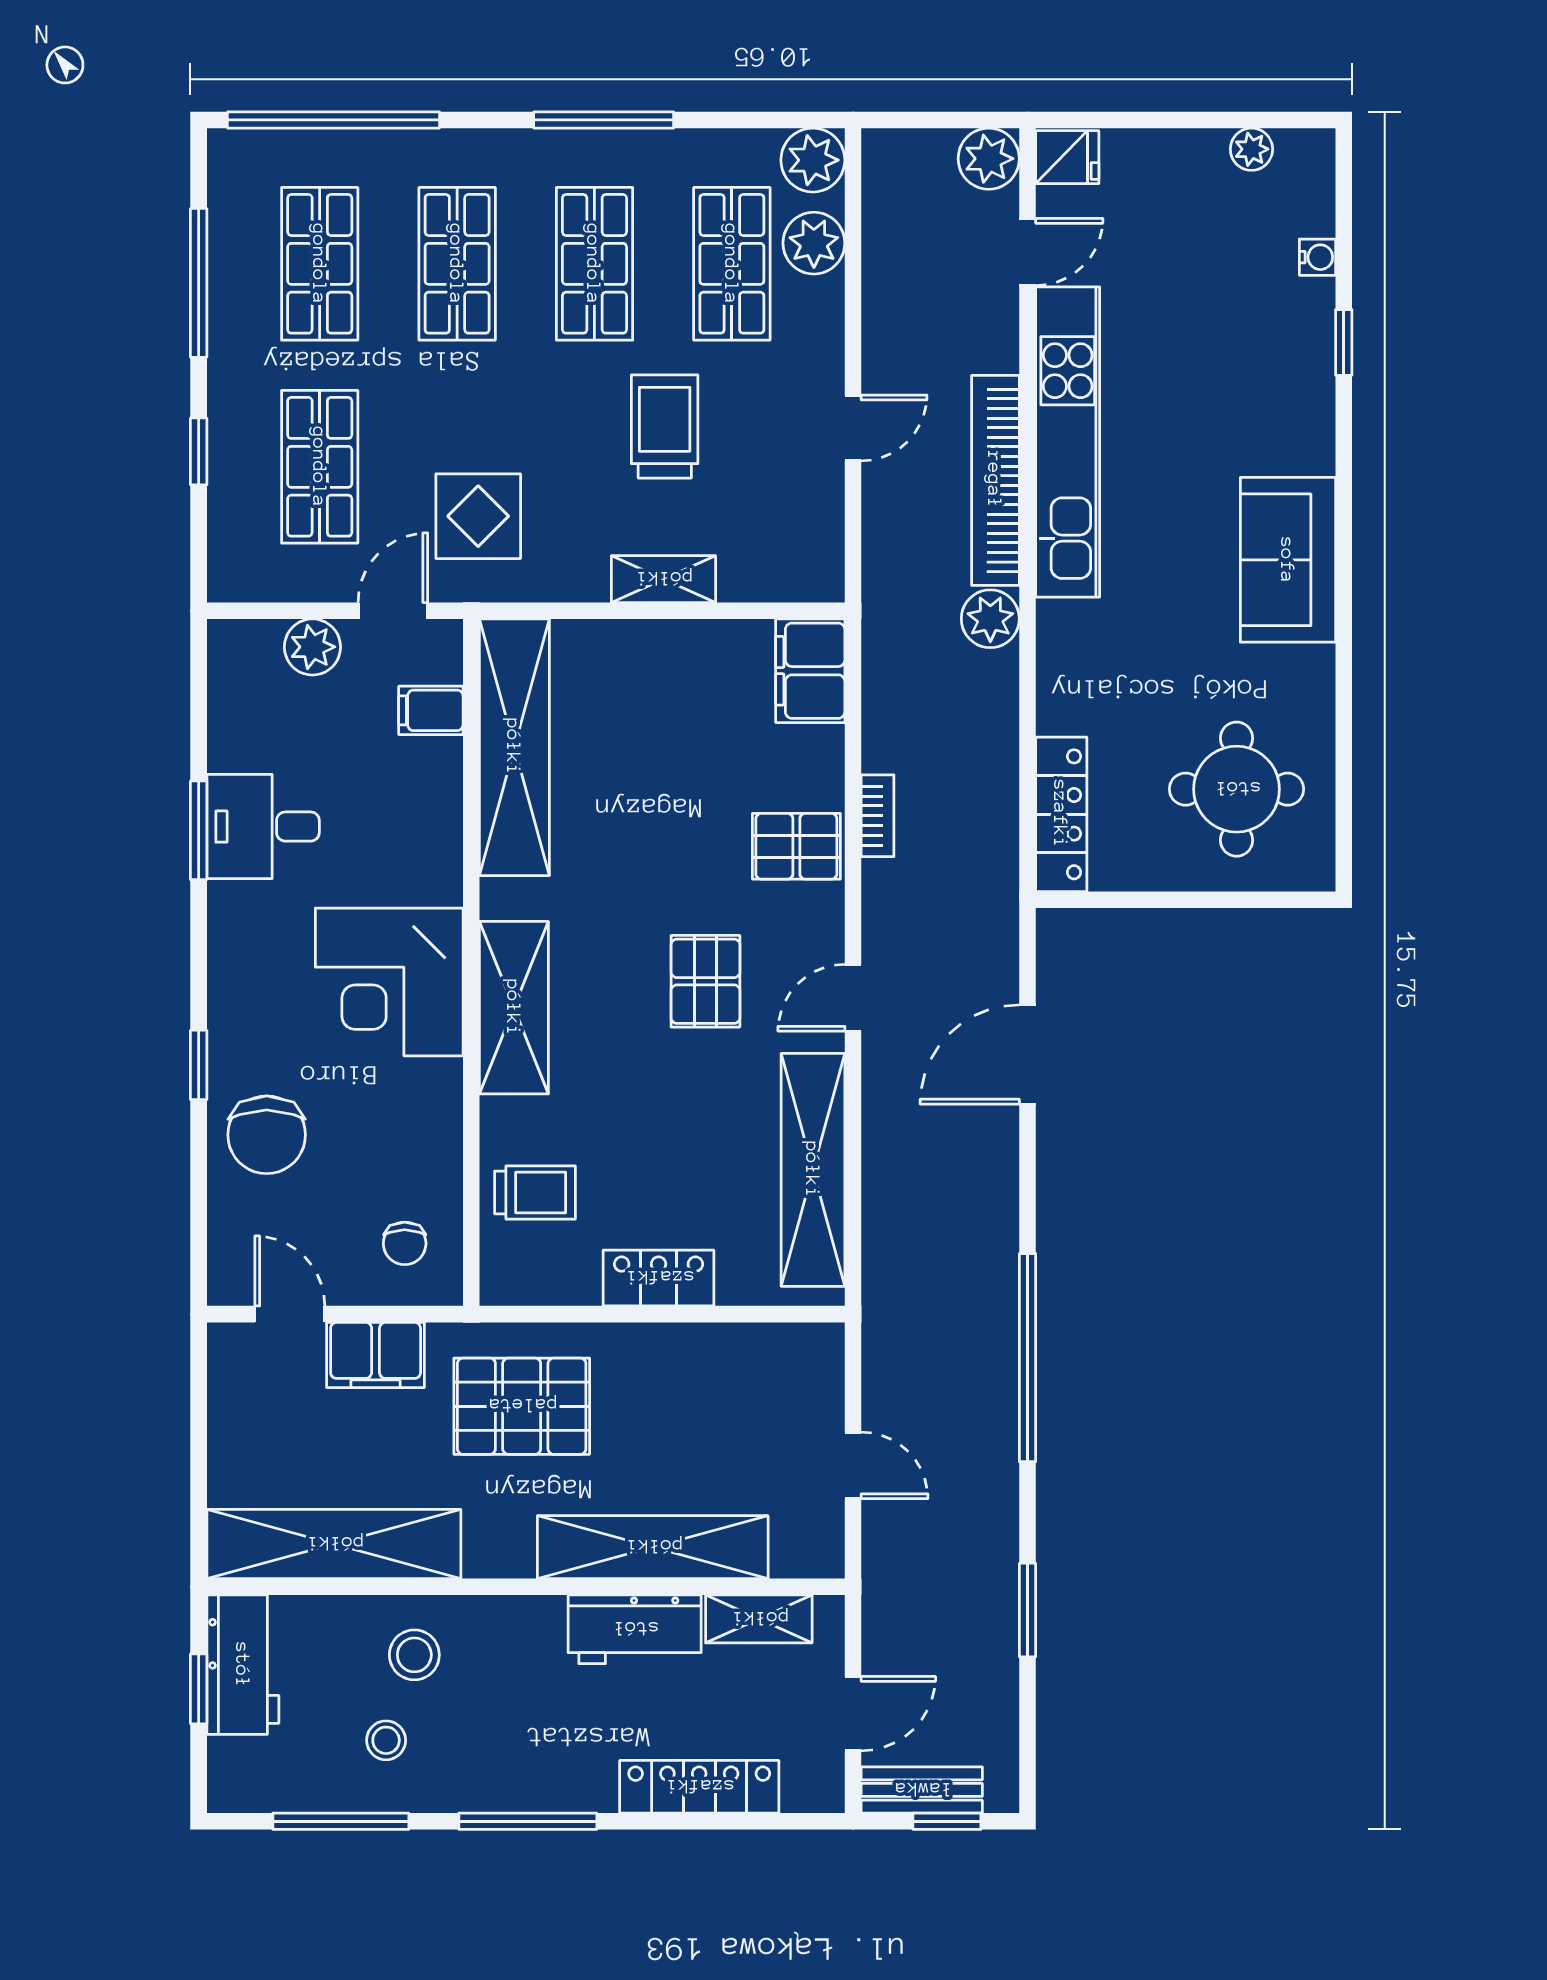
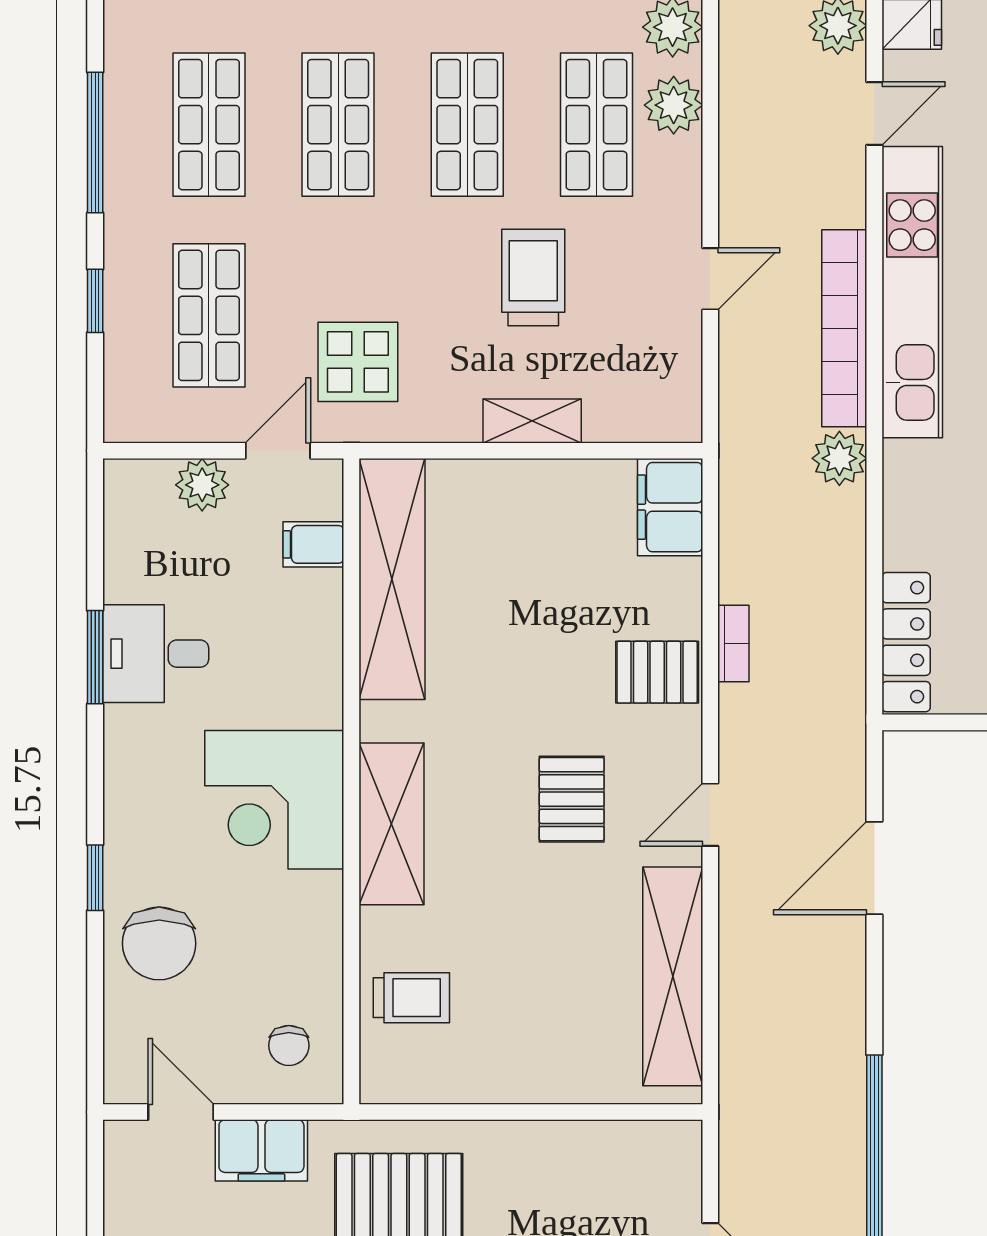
locker: (659, 1278) -> (528, 1078), removed

